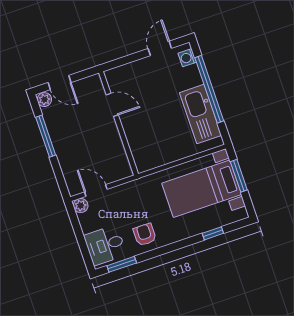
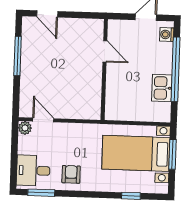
plant: (44, 100) -> (28, 24), removed
door: (112, 105) -> (105, 51), moved
kitchen sink: (200, 114) -> (162, 88), width x0.53, depth x0.81
wall: (119, 123) -> (104, 70), moved

